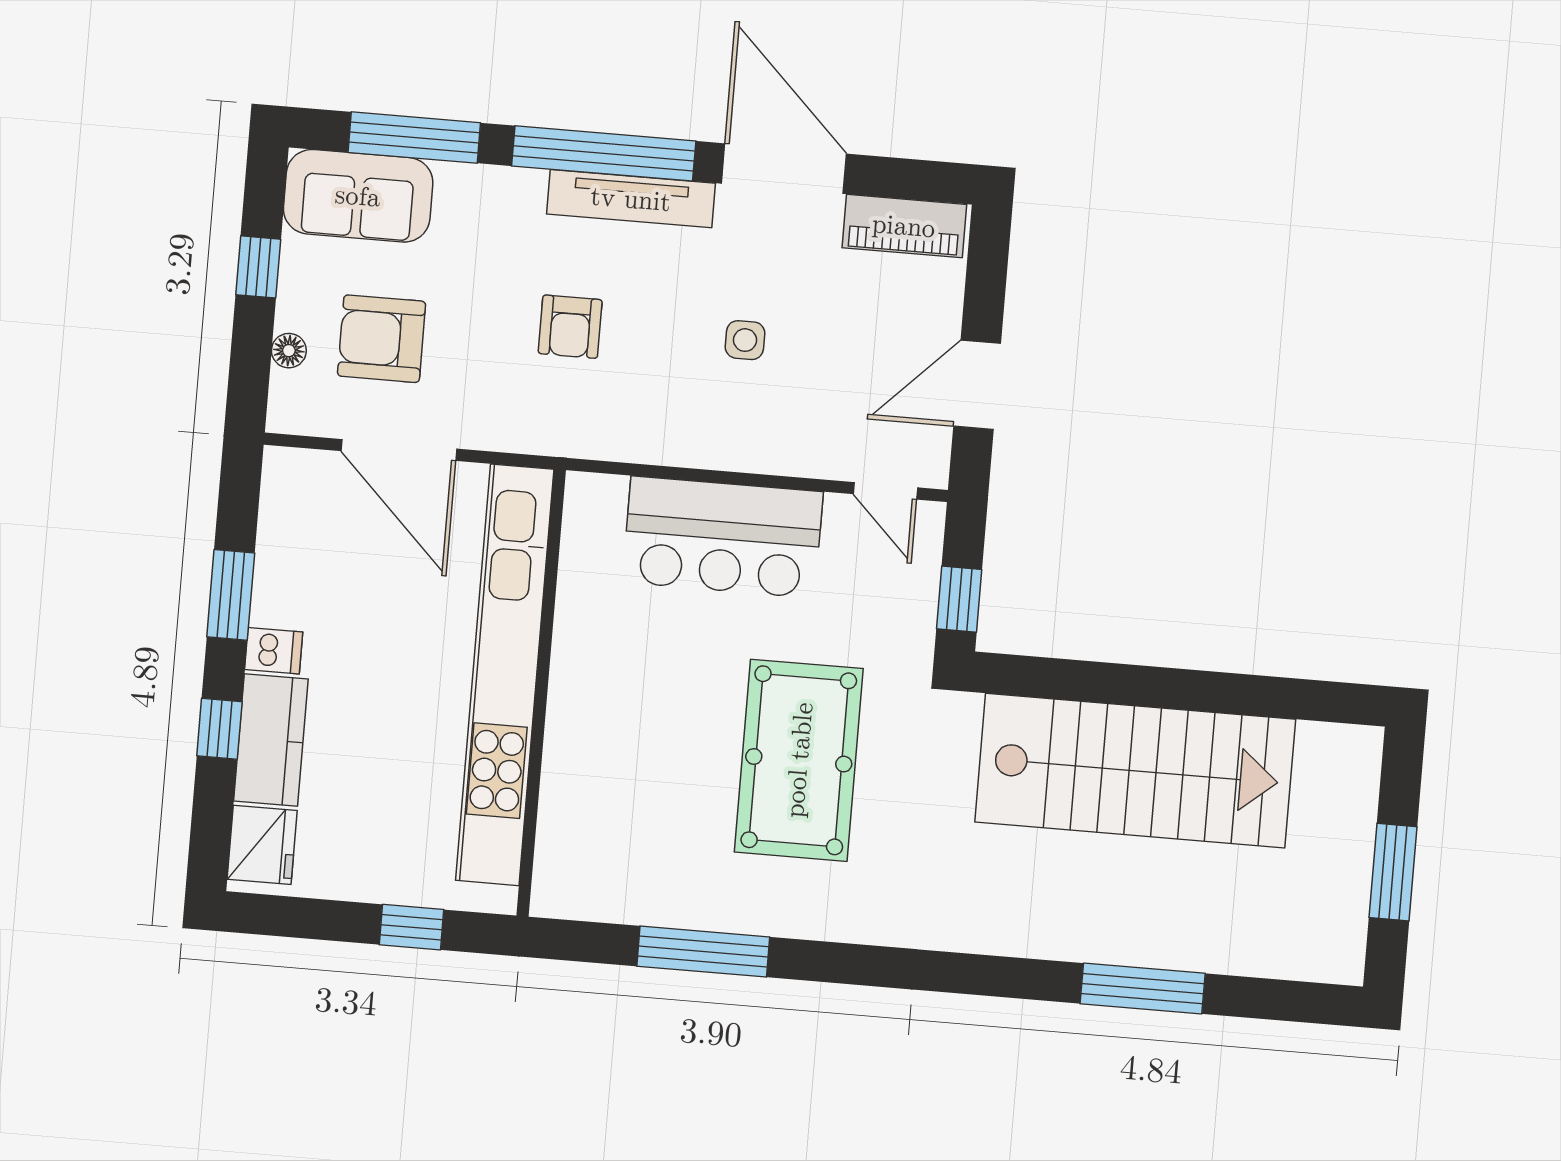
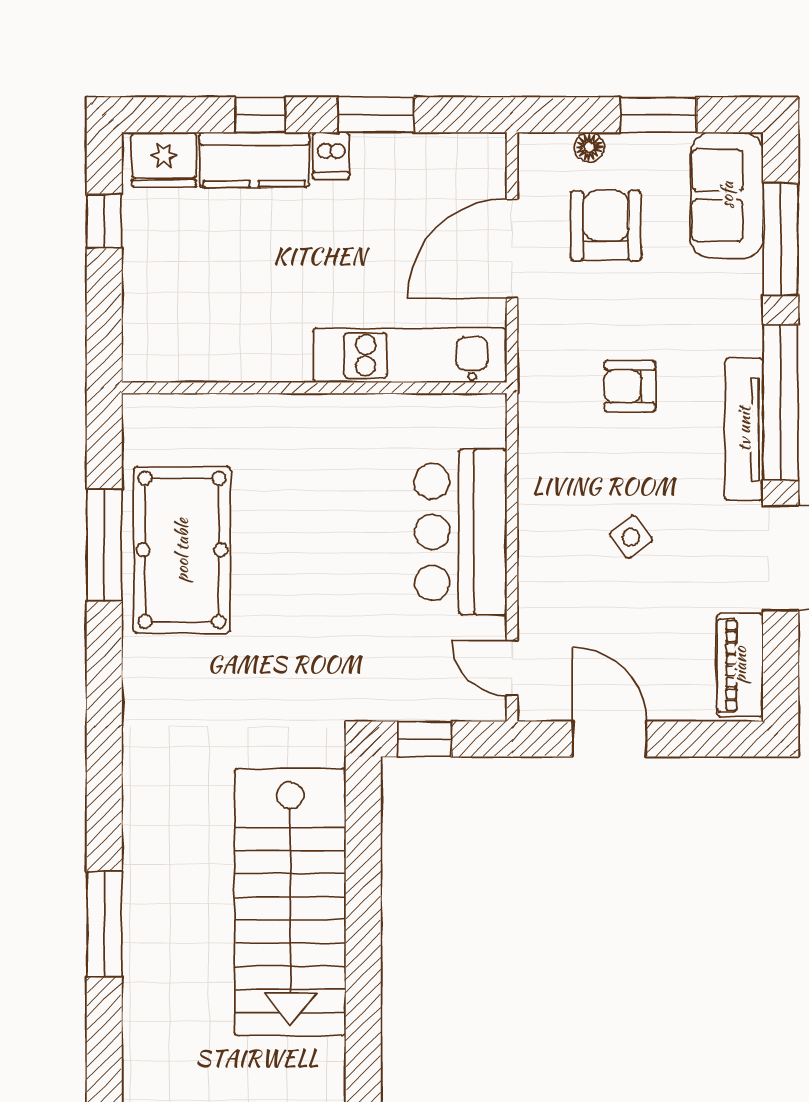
window: (258, 267) -> (659, 115), width x1.50
side table: (745, 340) -> (631, 537), turned -37
door: (885, 491) -> (512, 668), hinge flipped
kitchen unit: (505, 675) -> (410, 355), width x0.54
pool table: (799, 760) -> (182, 550), moved, turned 90
window: (412, 927) -> (104, 221), moved

